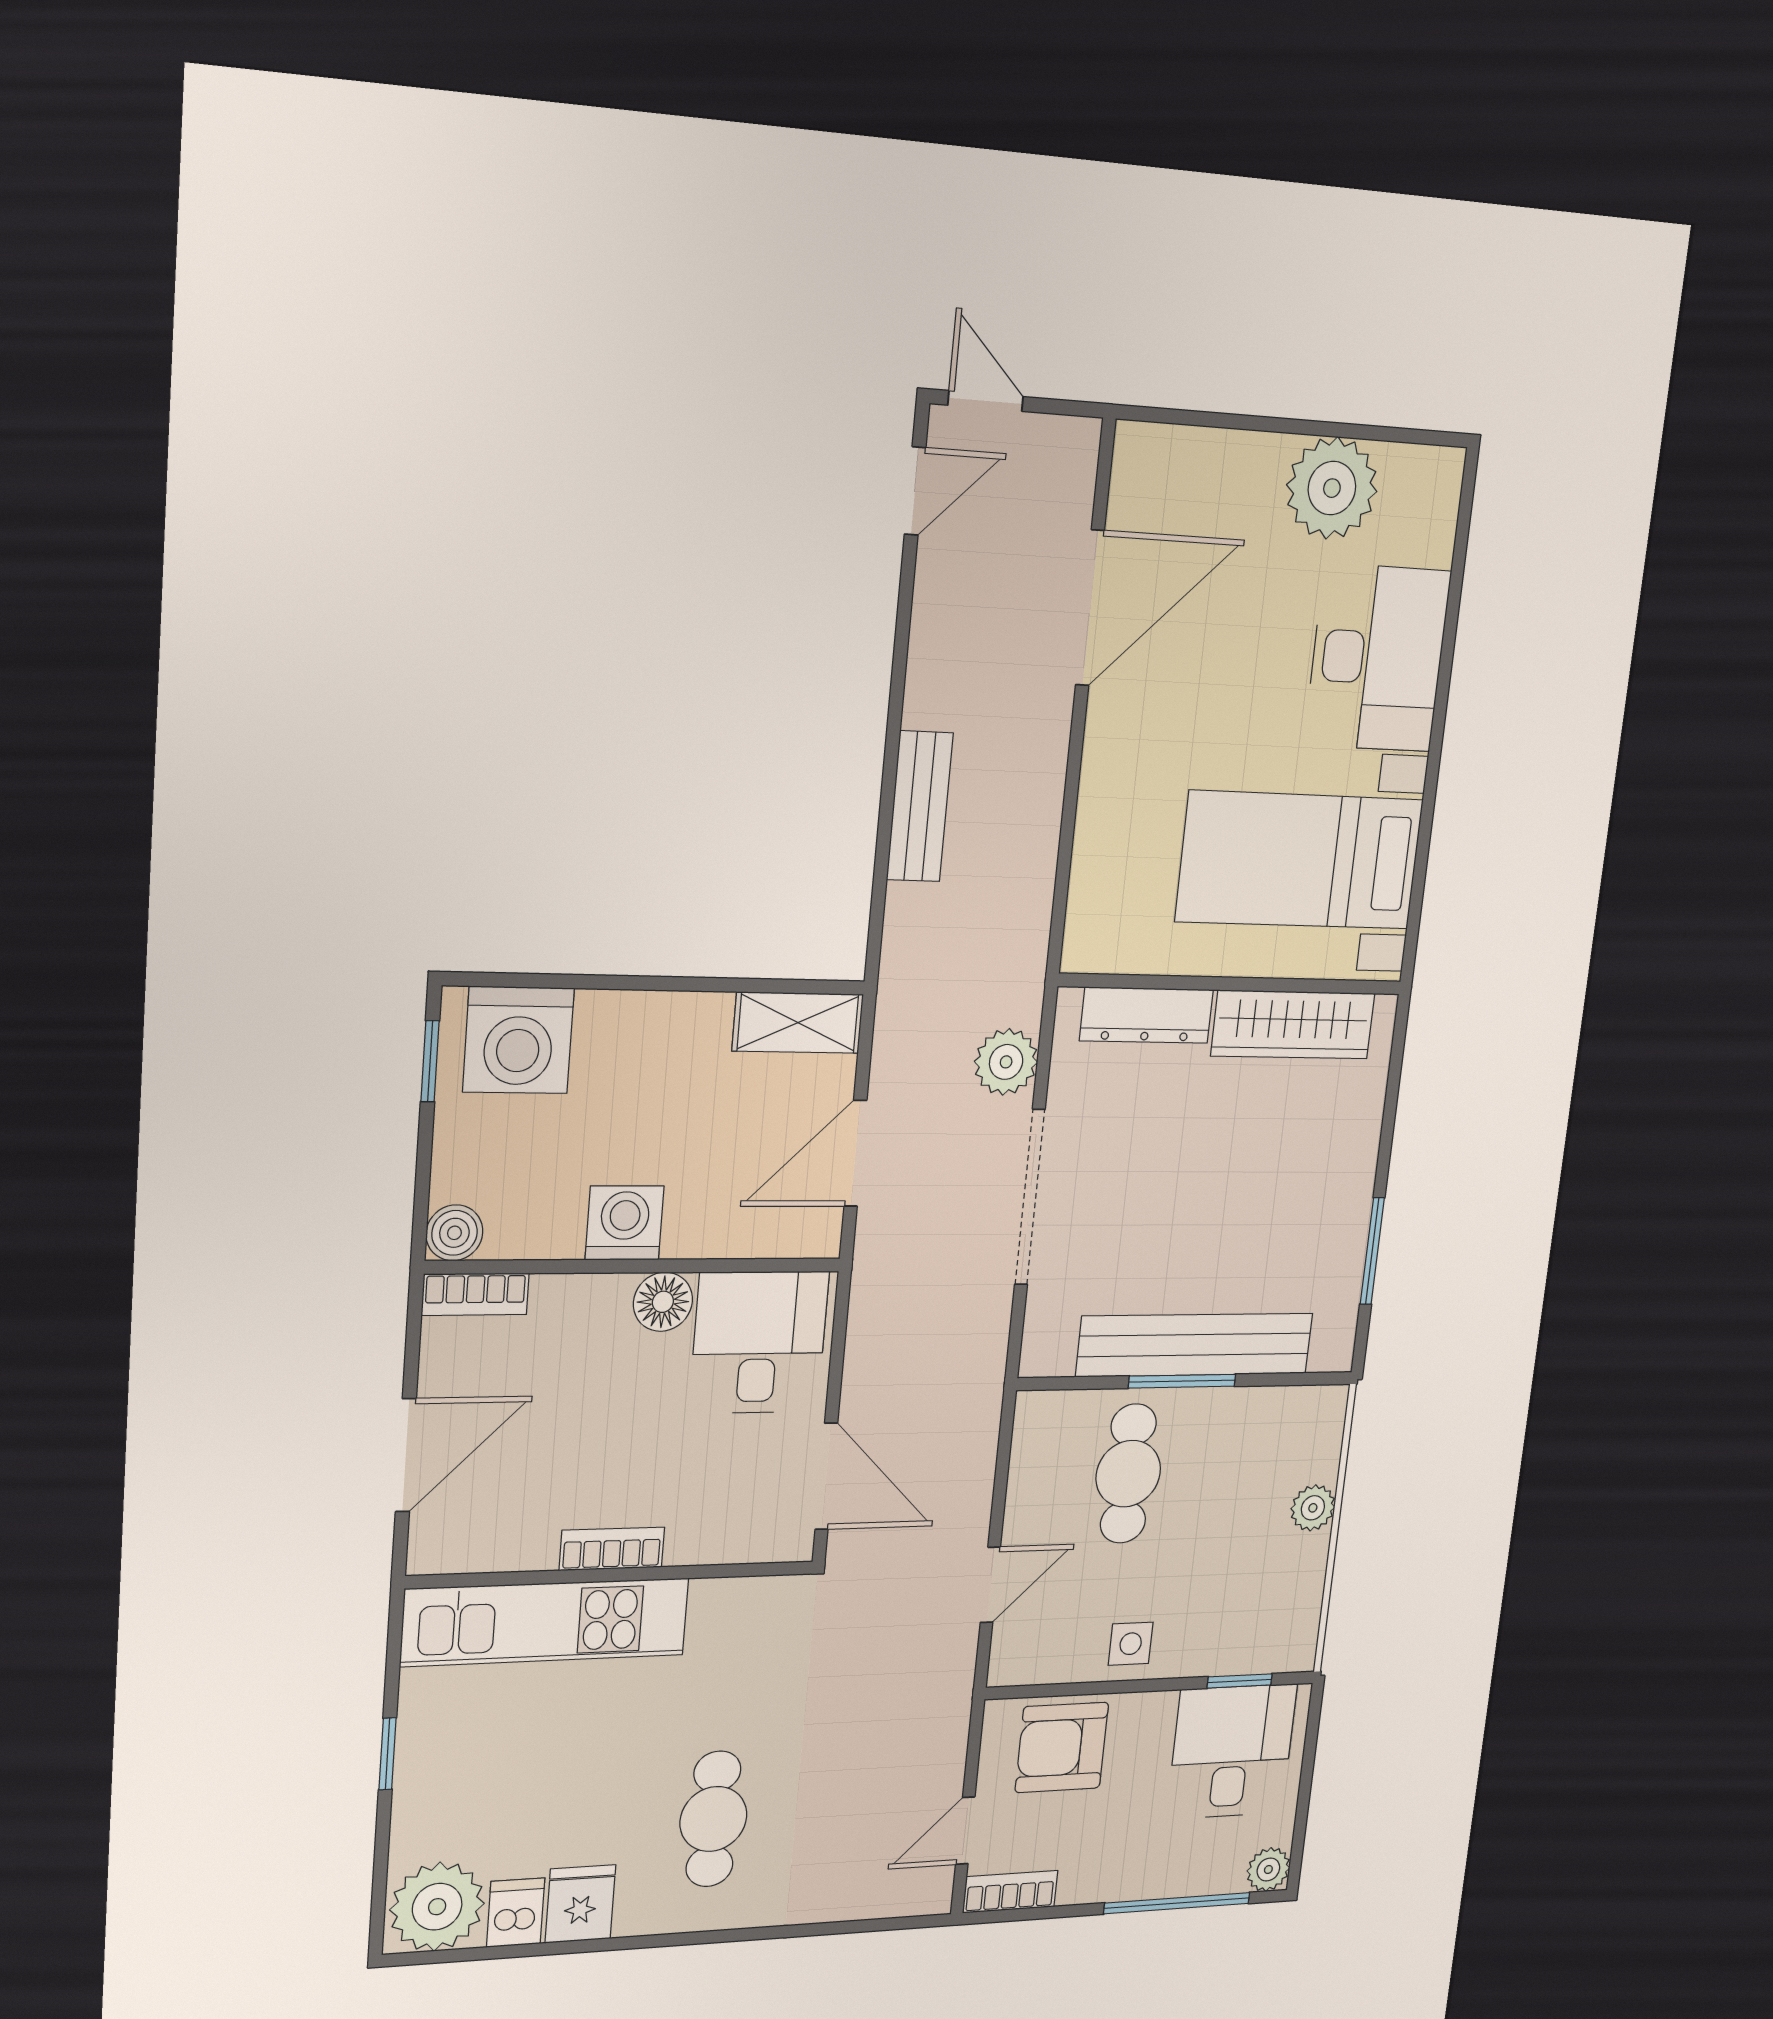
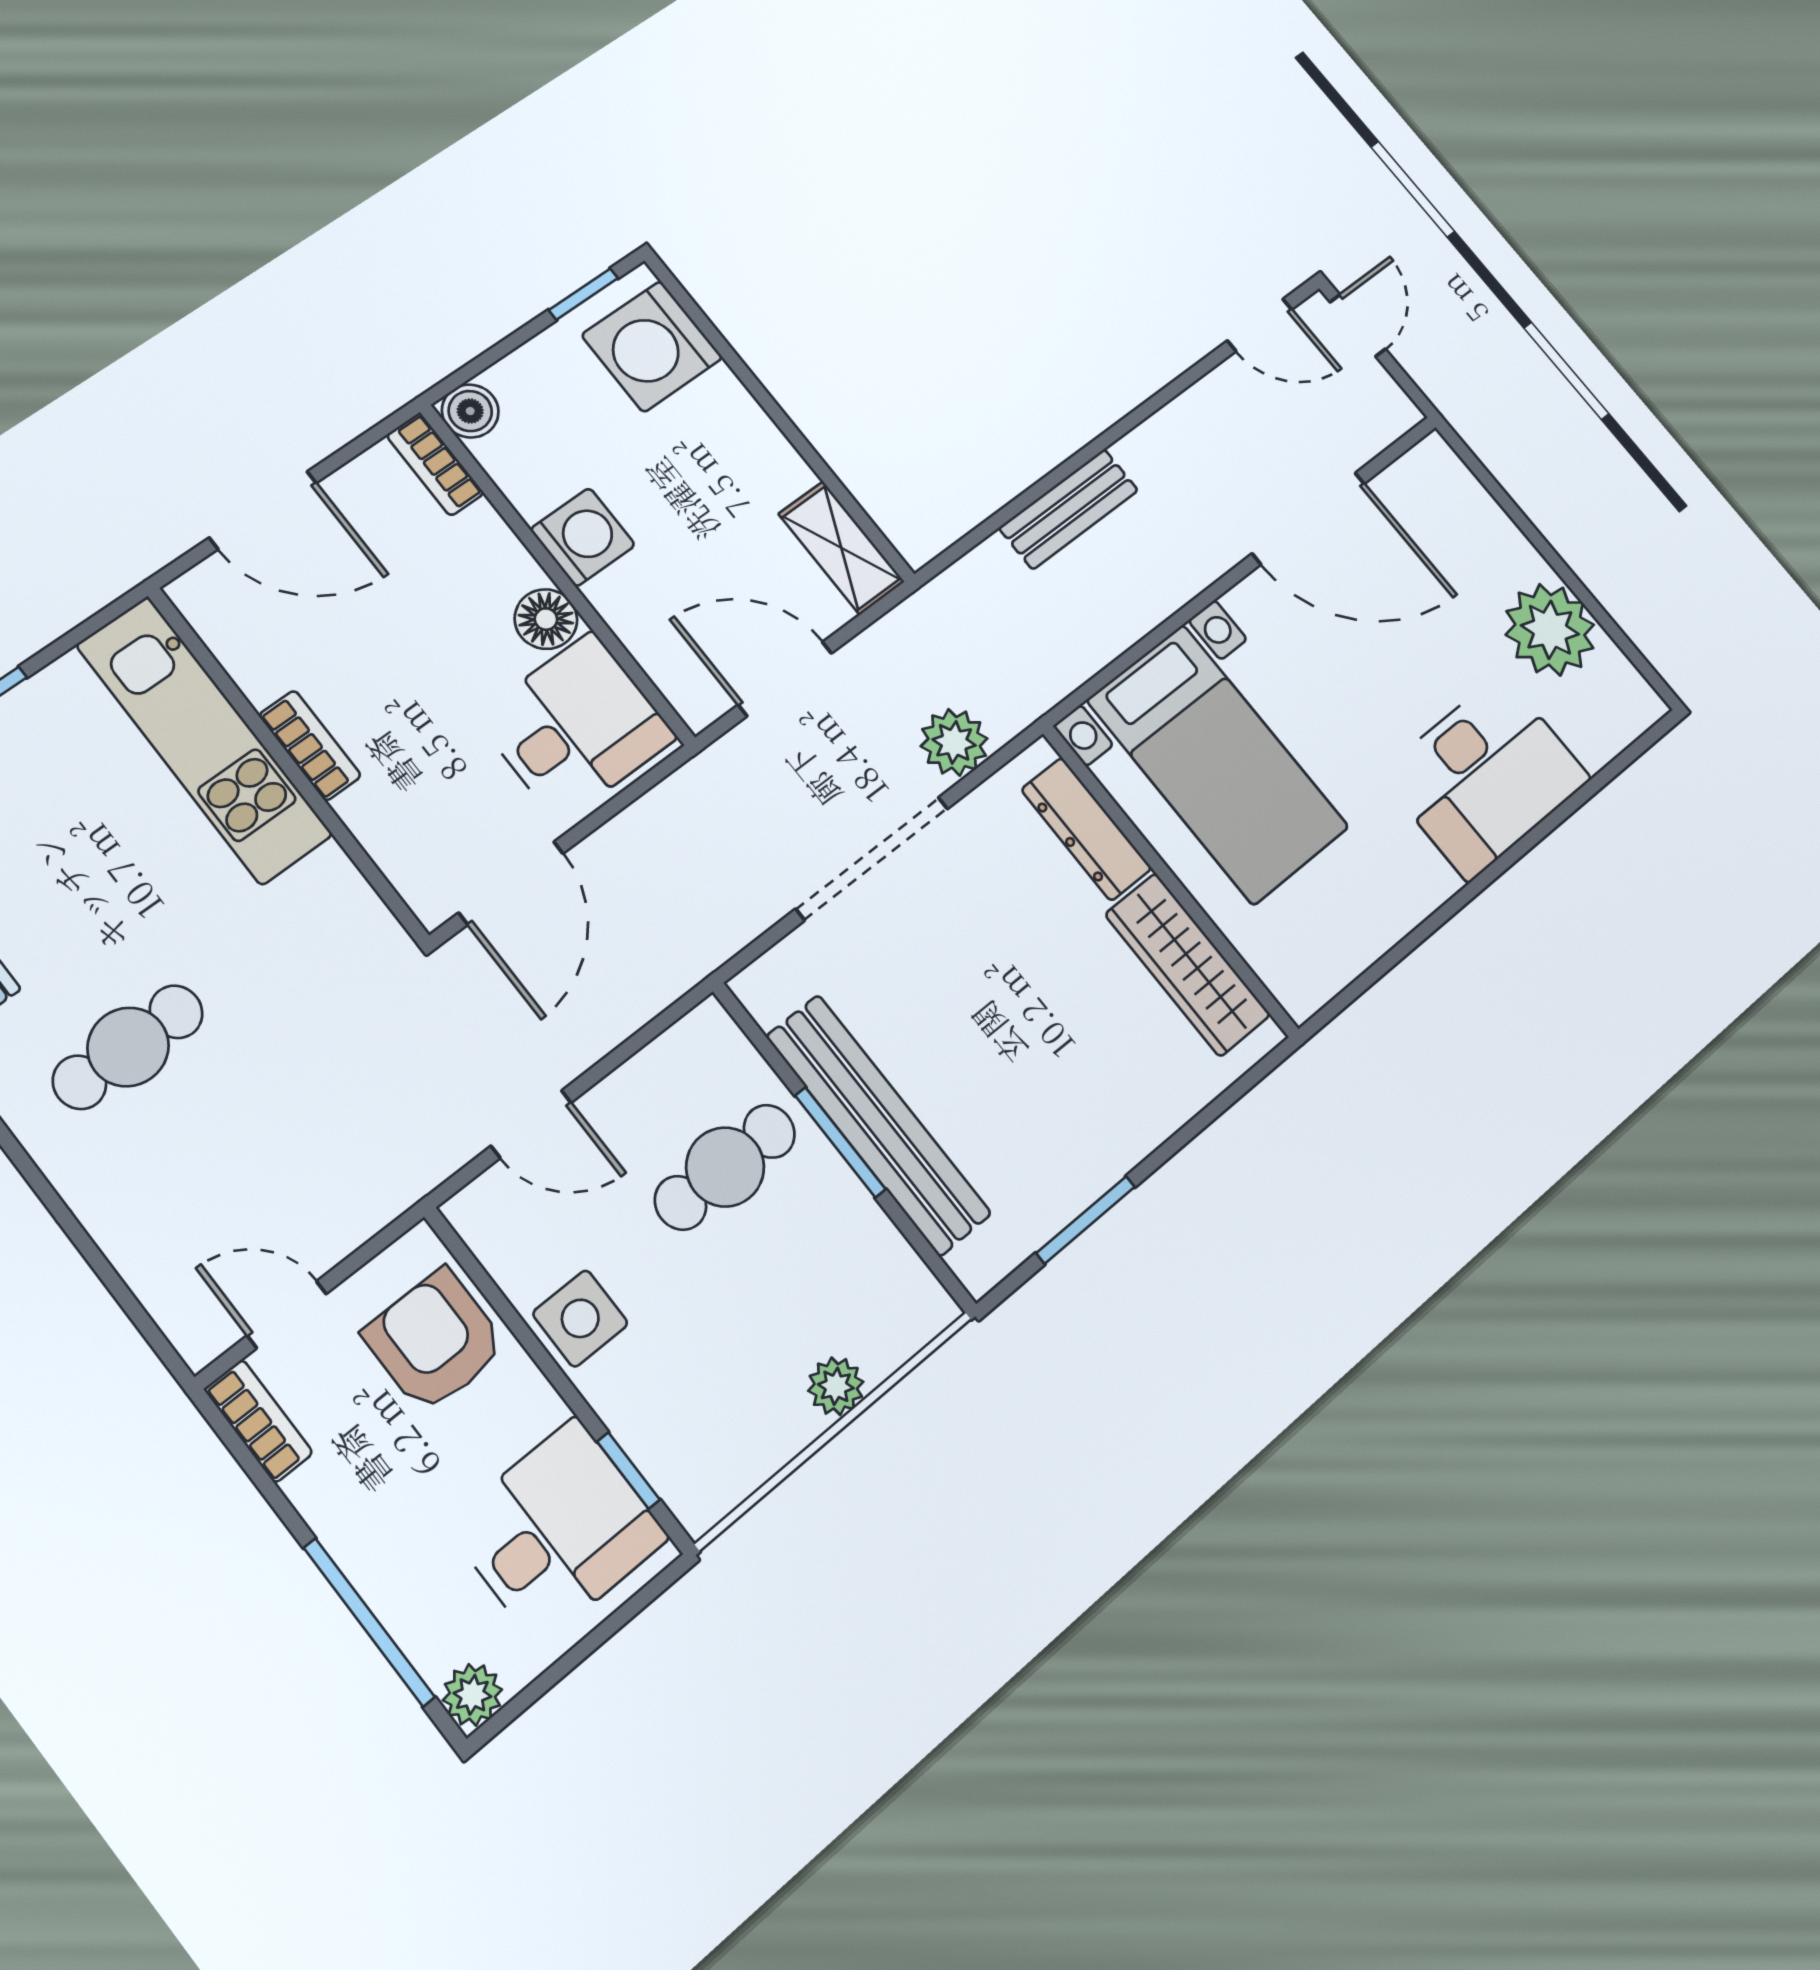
bed with nightstands: (1300, 860) -> (1218, 764), moved, turned 180
side table: (1131, 1644) -> (580, 1318), width x1.37, depth x1.37

